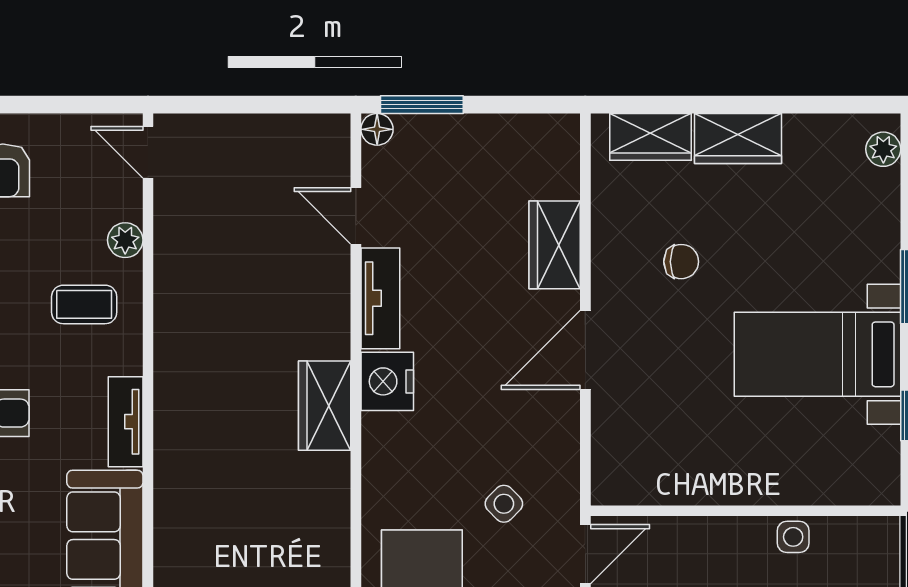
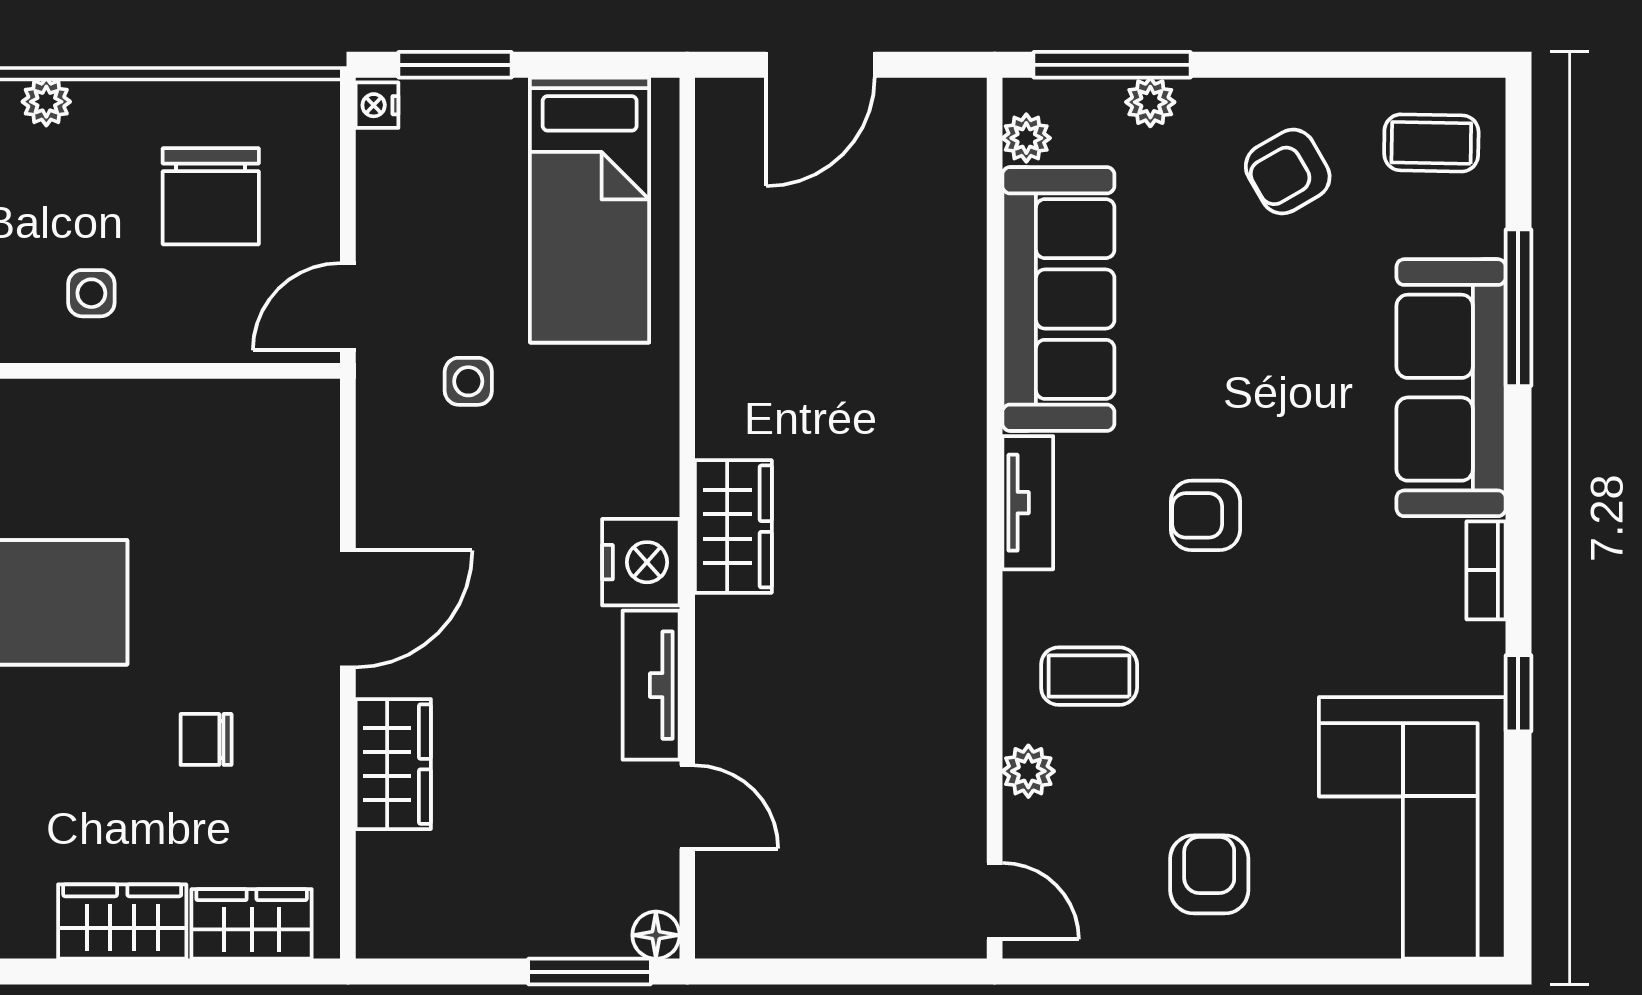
side table: (504, 504) -> (468, 381), turned 45
side table: (793, 537) -> (91, 293), moved

